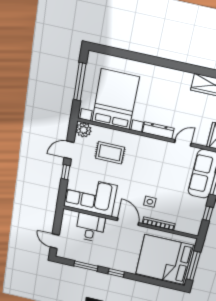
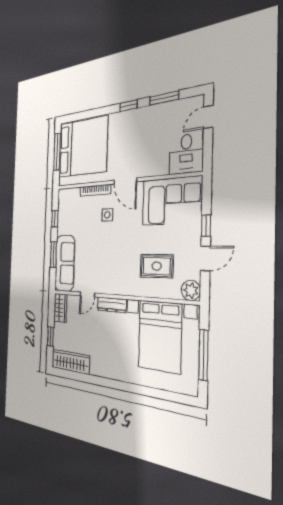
desk: (90, 227) -> (186, 154), moved
door: (55, 241) -> (208, 117), swing flipped

